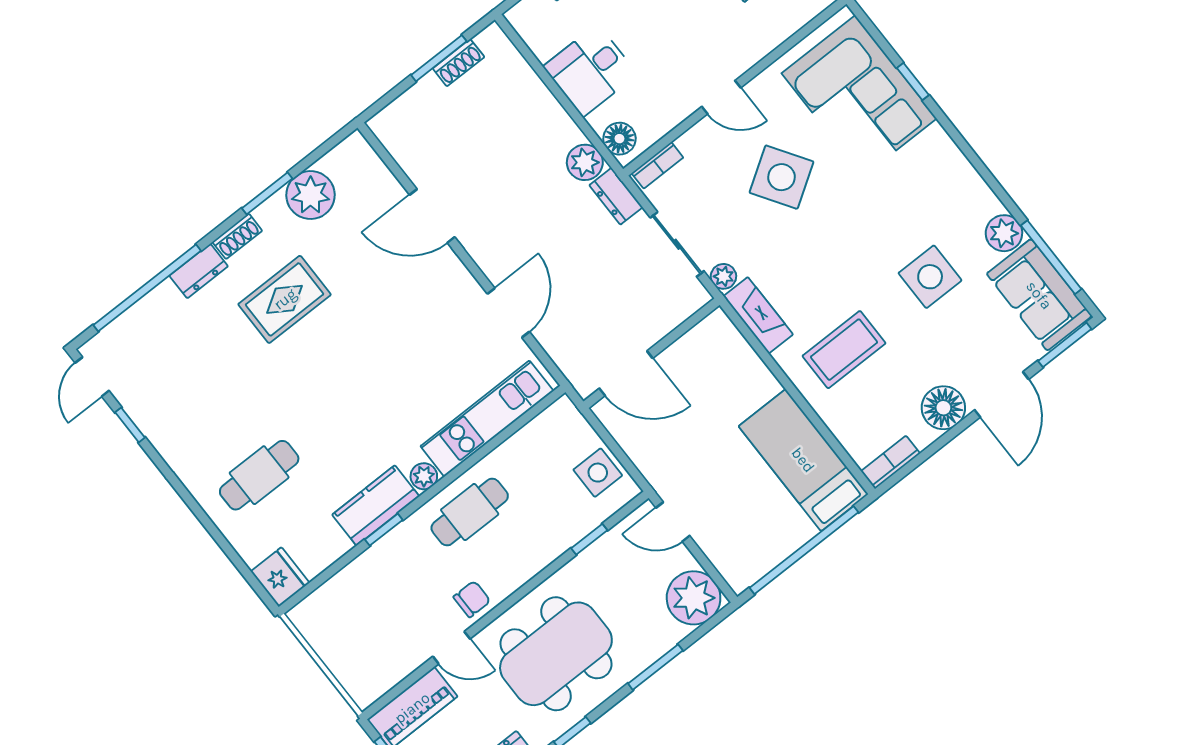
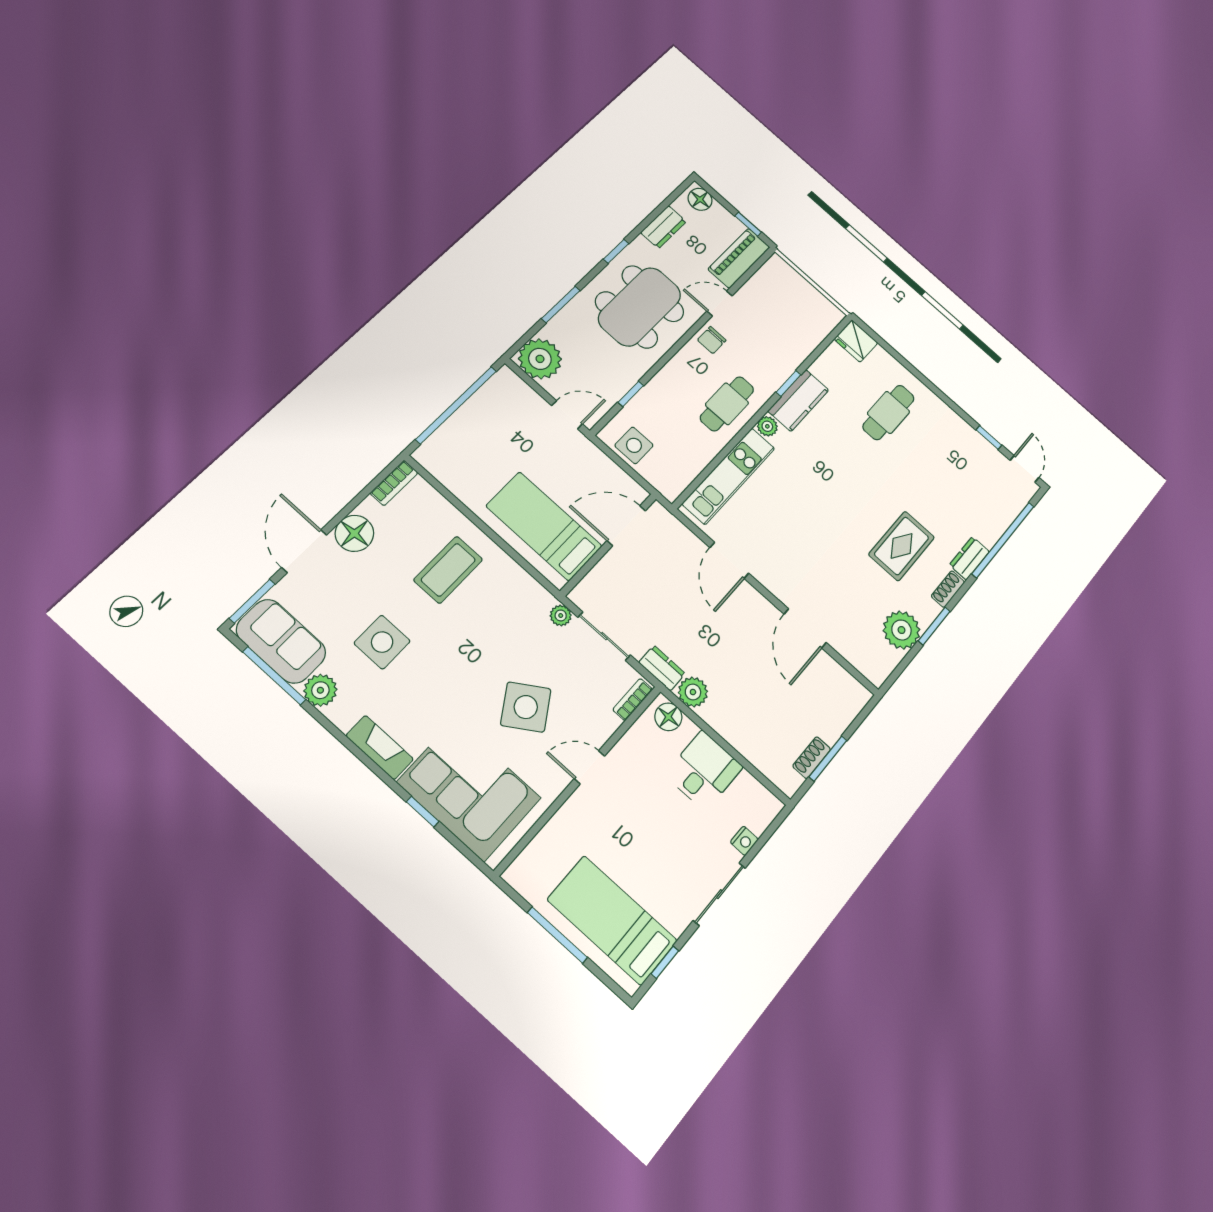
door: (432, 216) -> (805, 628), swing flipped
fireplace: (758, 315) -> (380, 747), moved, turned 180
bed: (803, 460) -> (544, 526), moved, turned 180

